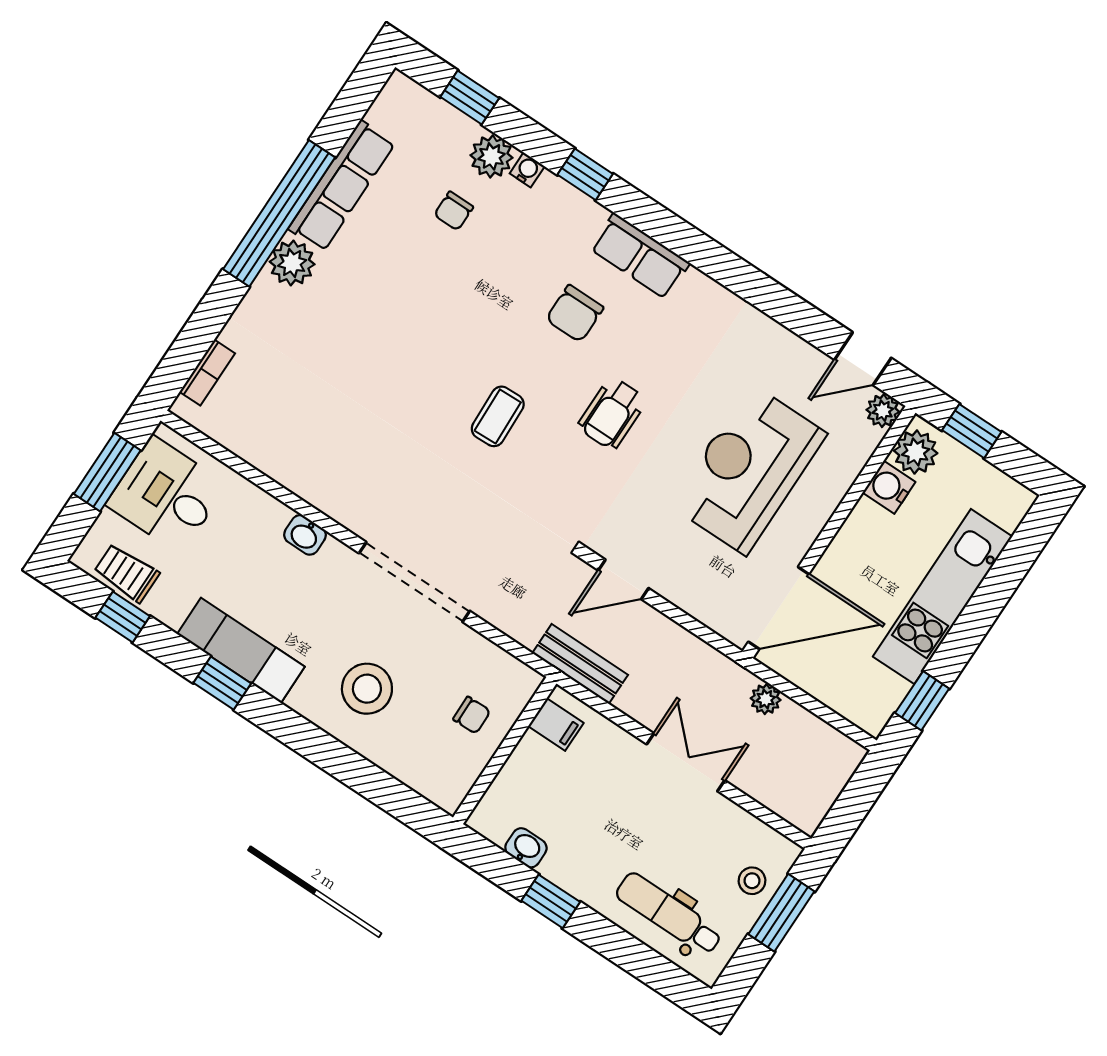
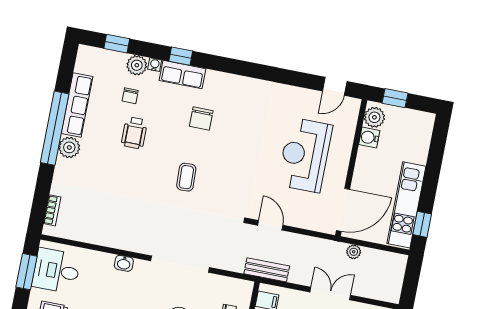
row of seats: (640, 256) -> (183, 75), moved
plant: (883, 411) -> (353, 105), removed
wheelchair: (612, 413) -> (134, 133), moved
door: (623, 579) -> (270, 225), swing flipped
kitchen unit: (943, 596) -> (406, 205), moved

